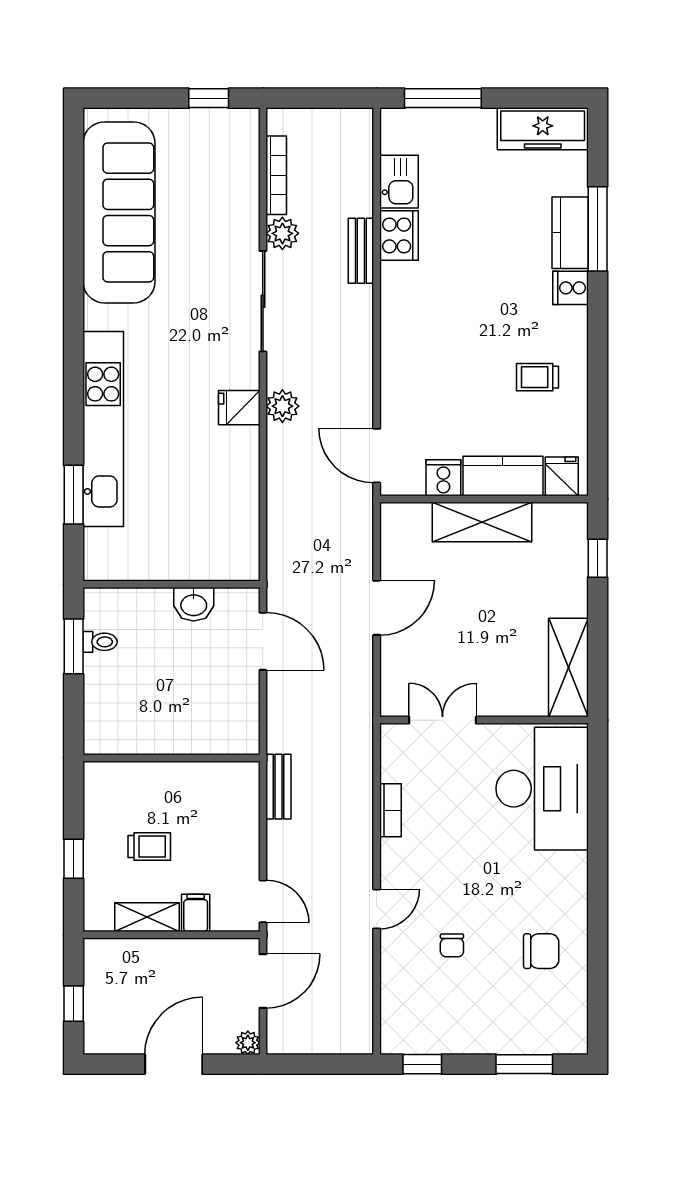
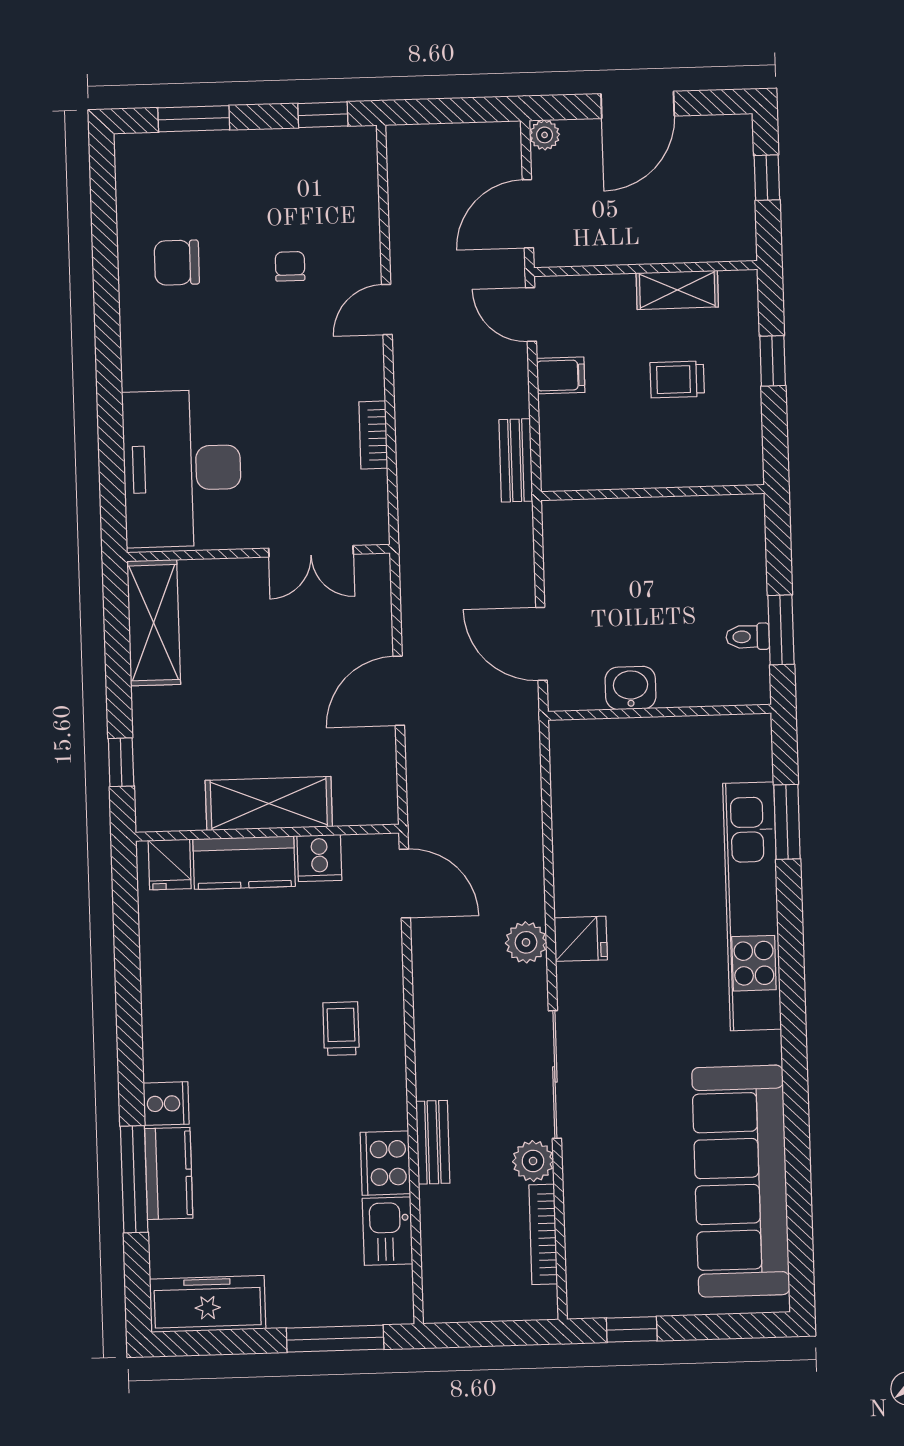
trolley: (538, 377) -> (341, 1029), moved, turned -90
filing cabinet: (196, 913) -> (561, 375), moved, turned -90

